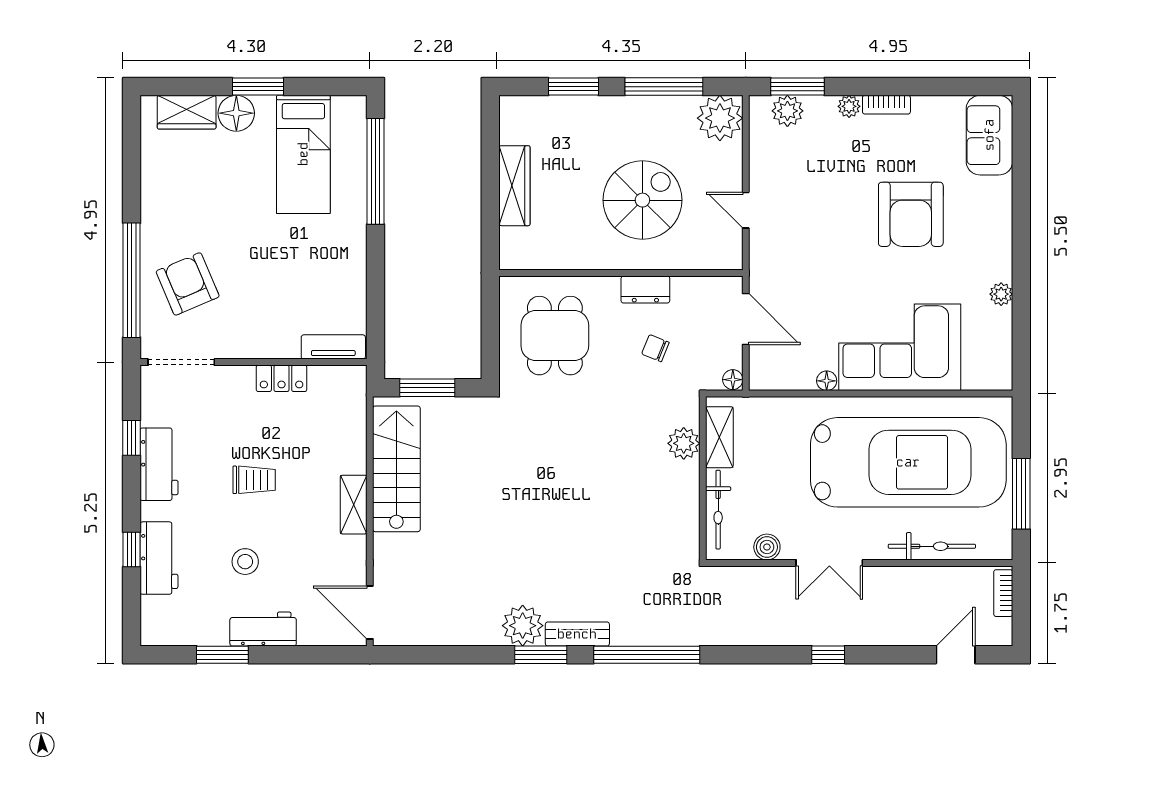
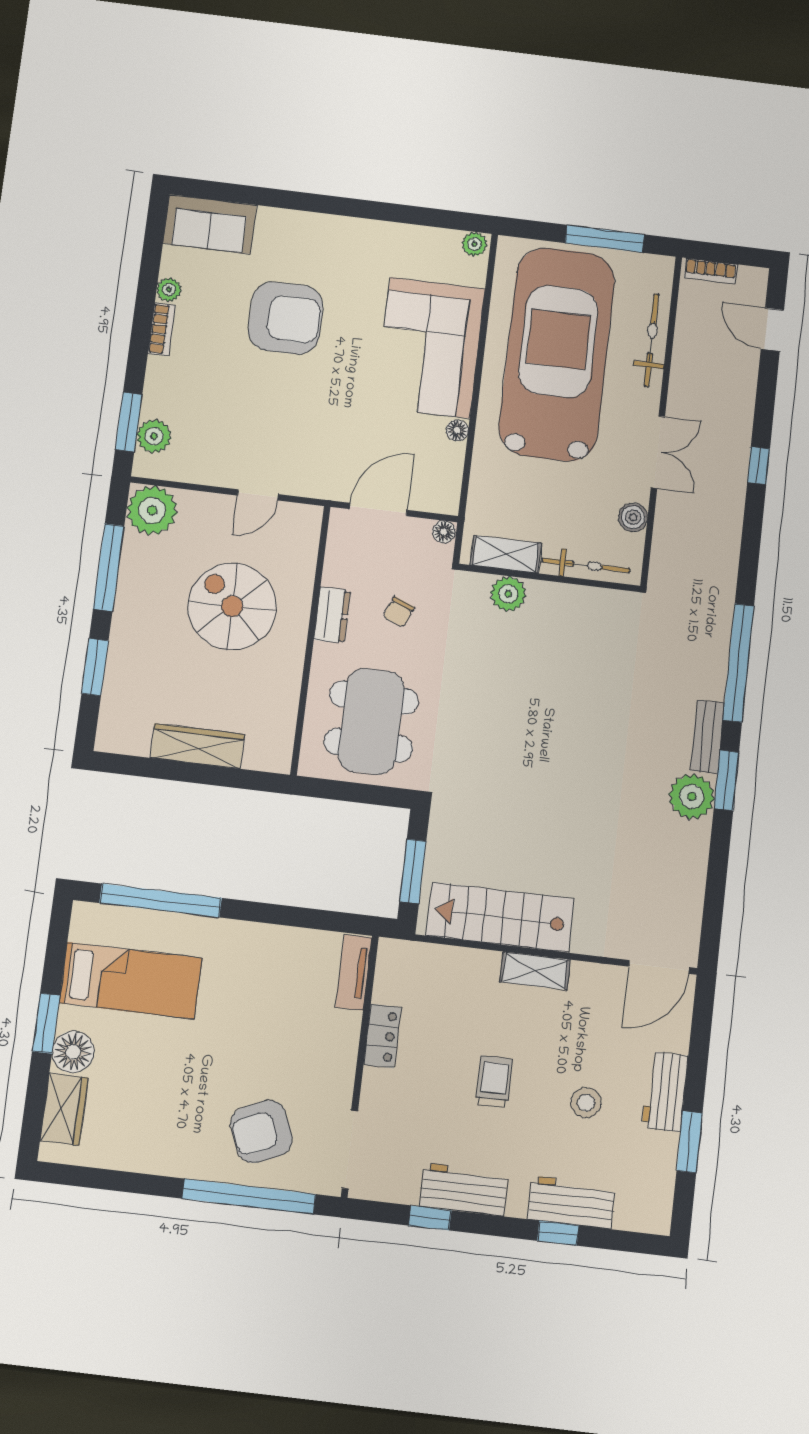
plant: (849, 106) -> (169, 290), moved
plant: (1001, 294) -> (474, 244), moved
dining table: (555, 336) -> (371, 721), width x1.38

